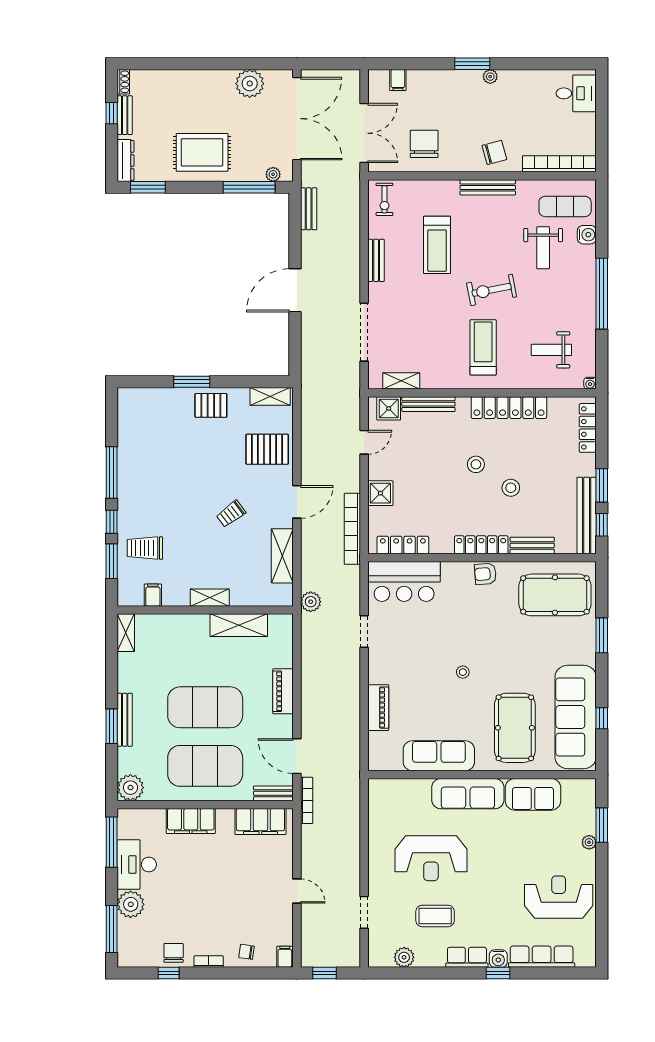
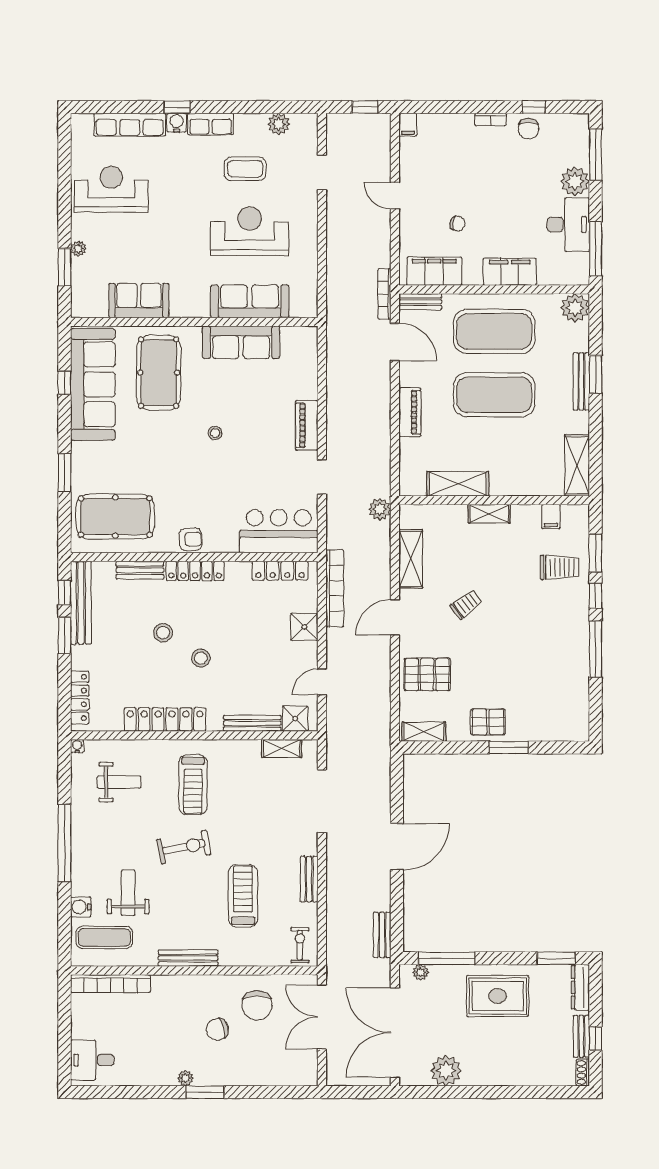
filing cabinet: (398, 80) -> (285, 1074), removed
chair: (494, 152) -> (217, 1029), moved
shelving: (126, 633) -> (577, 465), width x1.50, depth x1.33
piano: (378, 708) -> (307, 425), moved
sofa: (468, 794) -> (250, 301), moved
reception desk: (559, 897) -> (111, 189), turned 180
chair: (247, 952) -> (458, 224), moved

